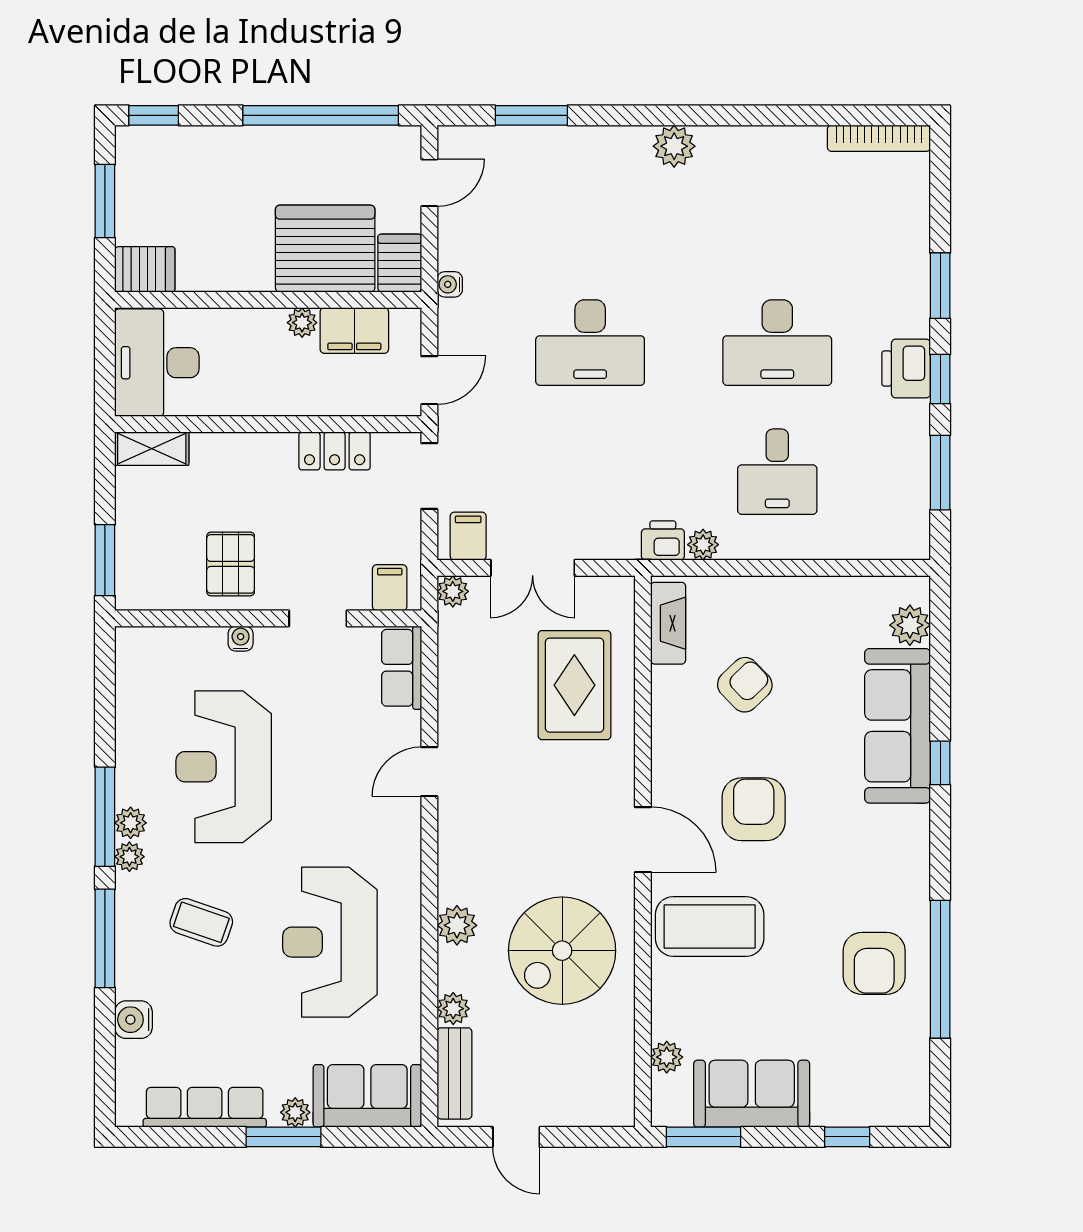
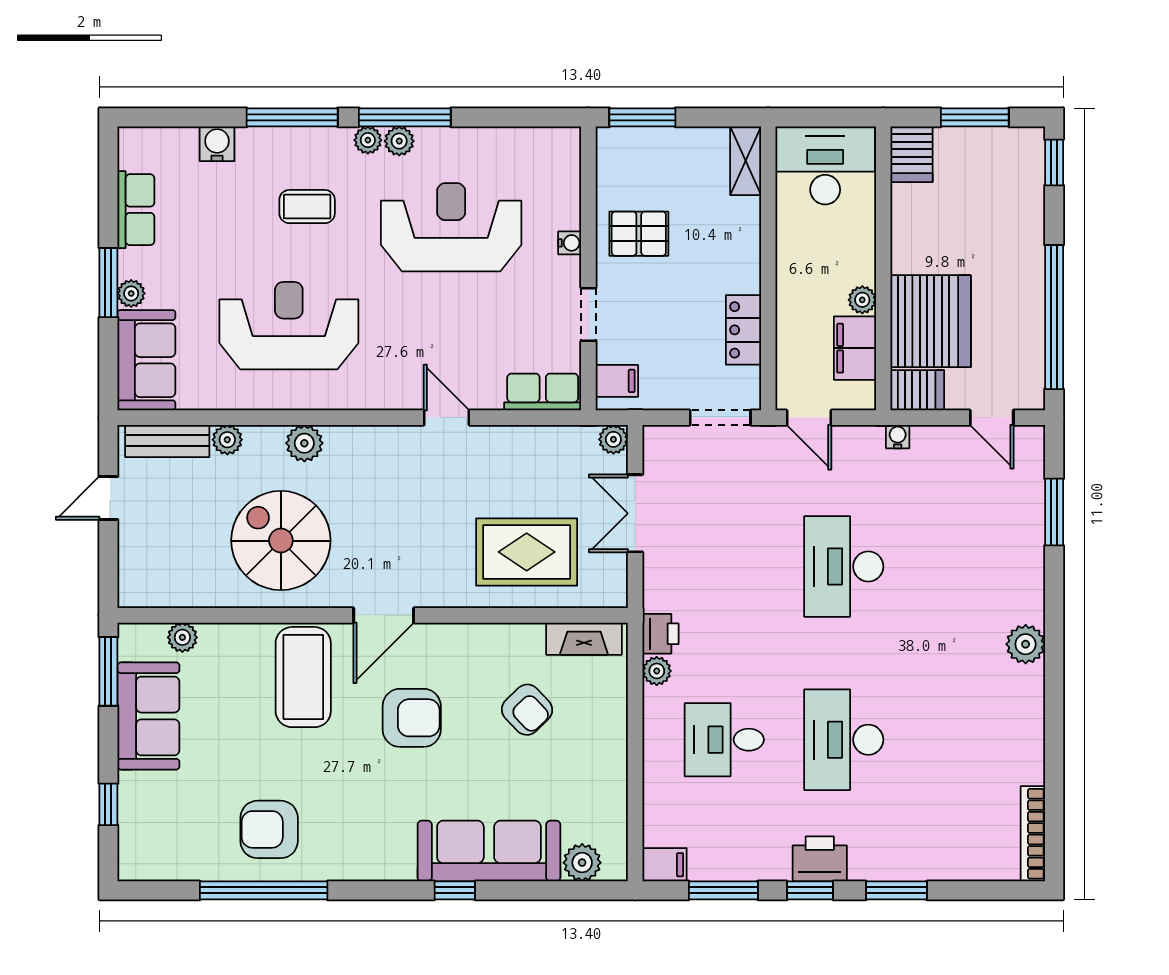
filing cabinet: (468, 536) -> (665, 865), moved
coffee table: (201, 922) -> (307, 207), turned 71
row of seats: (205, 1107) -> (136, 210), width x0.68

